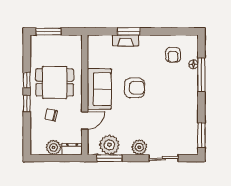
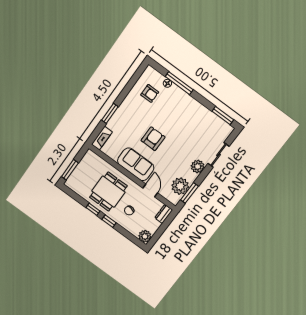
fireplace: (126, 40) -> (102, 138), moved
plant: (54, 147) -> (145, 236), moved

